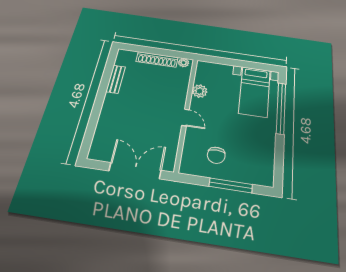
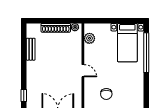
plant: (200, 91) -> (89, 38), moved
window: (88, 138) -> (24, 96), added

